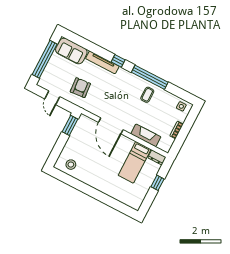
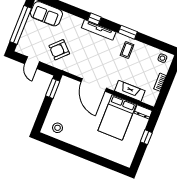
tv unit: (102, 62) -> (99, 30), moved
window: (150, 77) -> (128, 32), width x0.47
armchair: (80, 88) -> (59, 50), turned -130
bed: (135, 162) -> (117, 117), width x1.50

